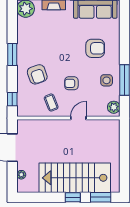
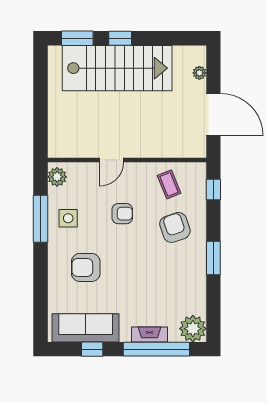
coffee table: (51, 103) -> (169, 184), moved

